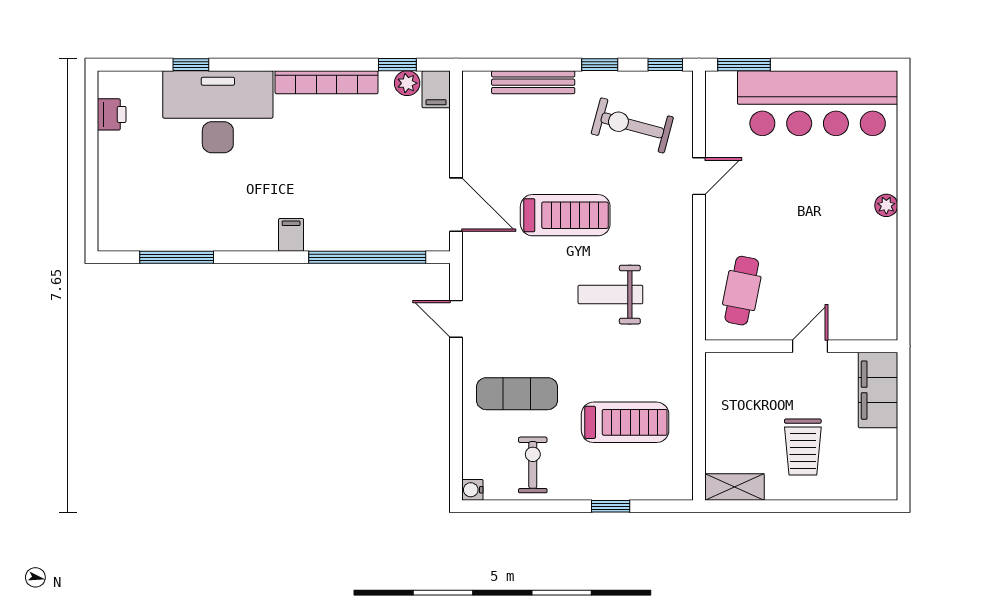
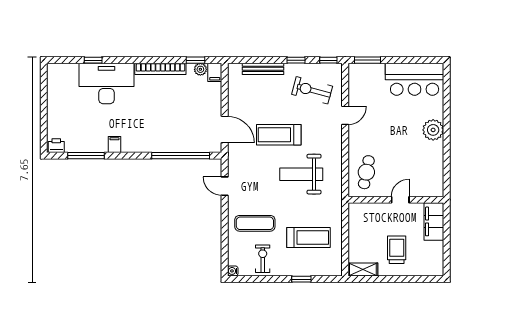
bar counter: (818, 103) -> (415, 79), width x0.73
printer: (112, 114) -> (56, 146), moved, turned -90
plant: (886, 205) -> (433, 130), width x1.87, depth x1.87
treadmill: (565, 215) -> (279, 135), turned 180
filing cabinet: (291, 235) -> (114, 145), moved
weight bench: (610, 295) -> (301, 174), width x1.36, depth x1.33
trolley: (803, 447) -> (397, 250), turned 180

